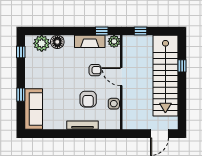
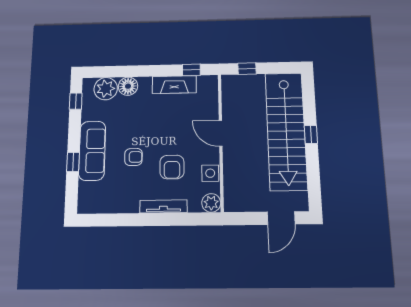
plant: (114, 41) -> (211, 203), moved
window: (182, 66) -> (311, 134), moved
armchair: (95, 70) -> (133, 157), moved
sofa: (34, 109) -> (92, 151), moved

